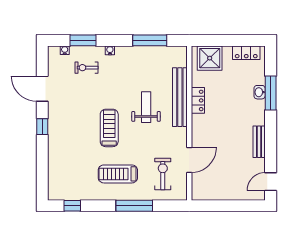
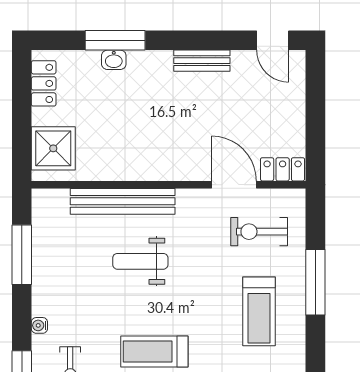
locker: (198, 100) -> (283, 169), moved
treadmill: (109, 128) -> (154, 351), moved

